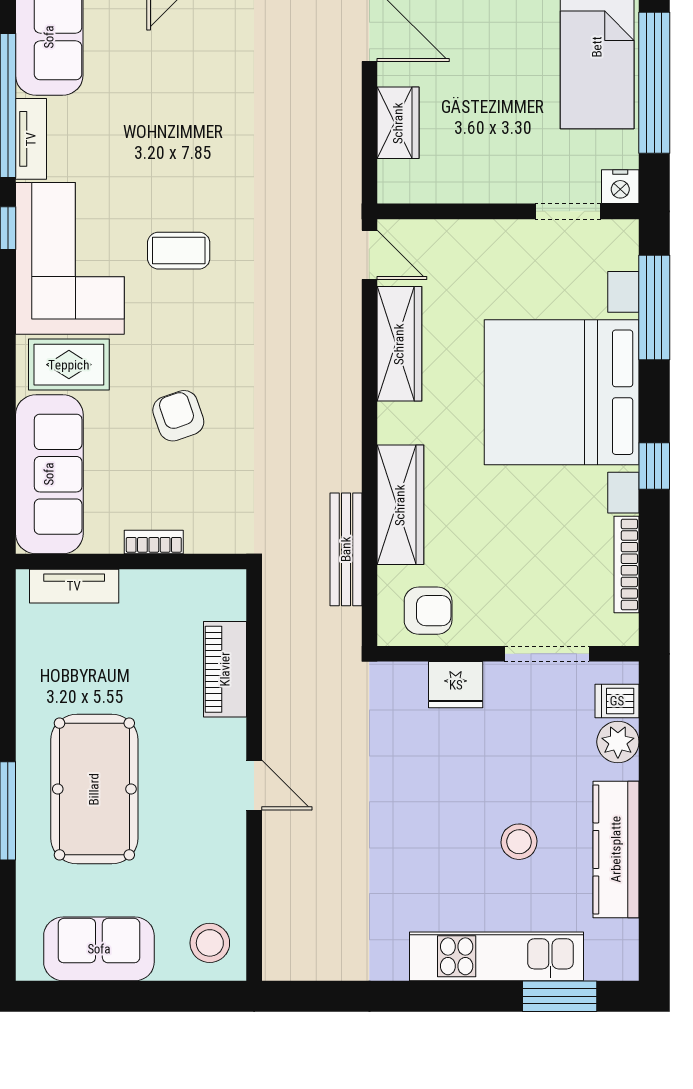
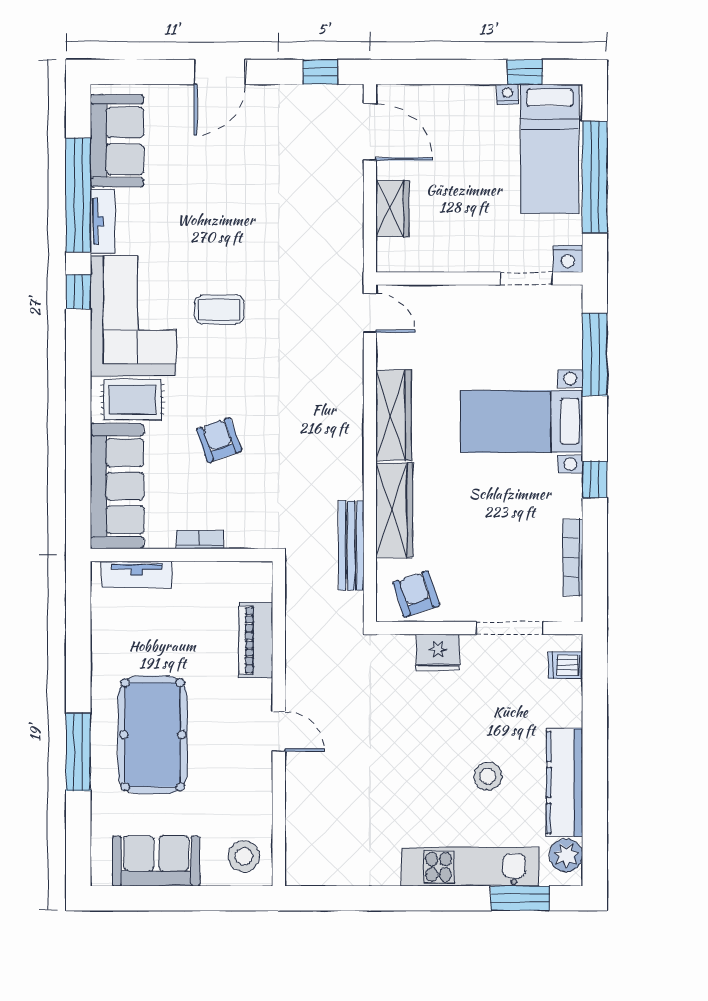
wardrobe: (399, 344) -> (393, 415), moved
bed with nightstands: (562, 392) -> (522, 421), width x0.54
armchair: (428, 611) -> (416, 594), turned -109
plant: (618, 742) -> (566, 855), moved

